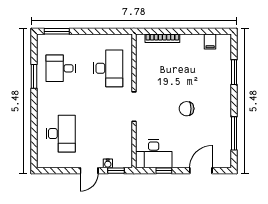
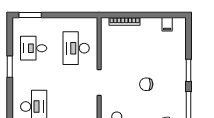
desk: (108, 68) -> (76, 48), turned 180
window: (234, 72) -> (189, 70), moved
window: (34, 76) -> (10, 67), moved

